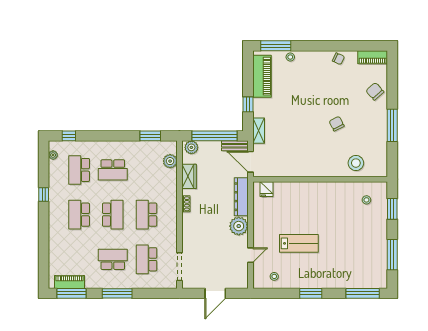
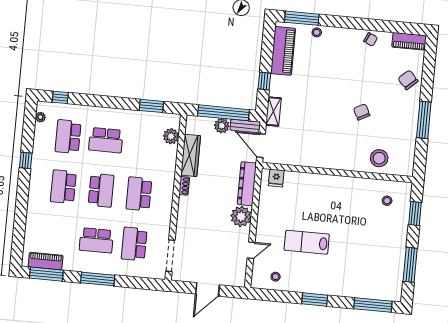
plant: (191, 147) -> (222, 126), moved
wardrobe: (189, 176) -> (191, 155), width x1.50
lab bench: (299, 243) -> (307, 242), turned 180
school desk: (113, 259) -> (96, 240), turned 180

